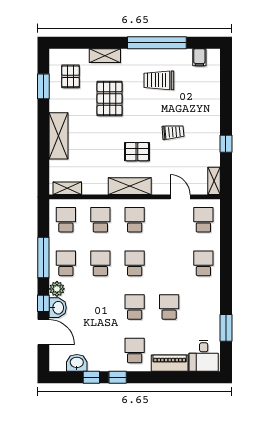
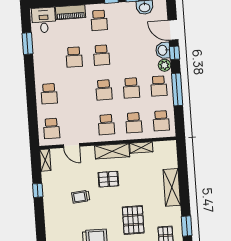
shelving: (67, 188) -> (141, 147), moved

